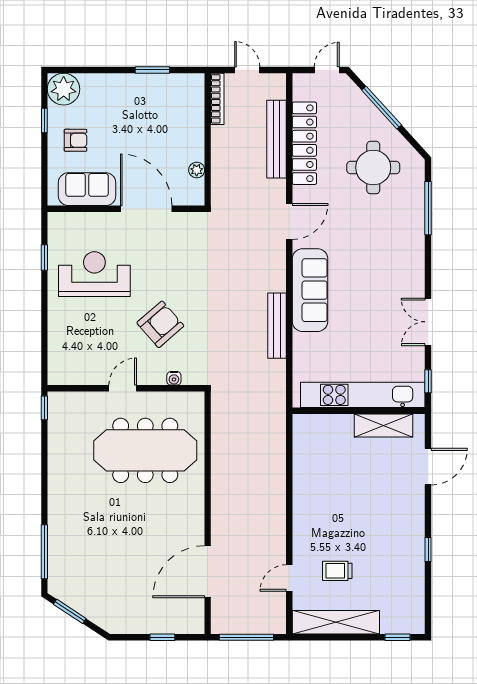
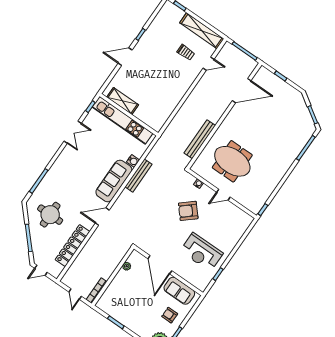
bench: (277, 139) -> (200, 139), moved
water cooler: (302, 342) -> (133, 161), added
meeting table: (145, 450) -> (232, 161), width x0.73
door: (428, 467) -> (125, 57), moved

